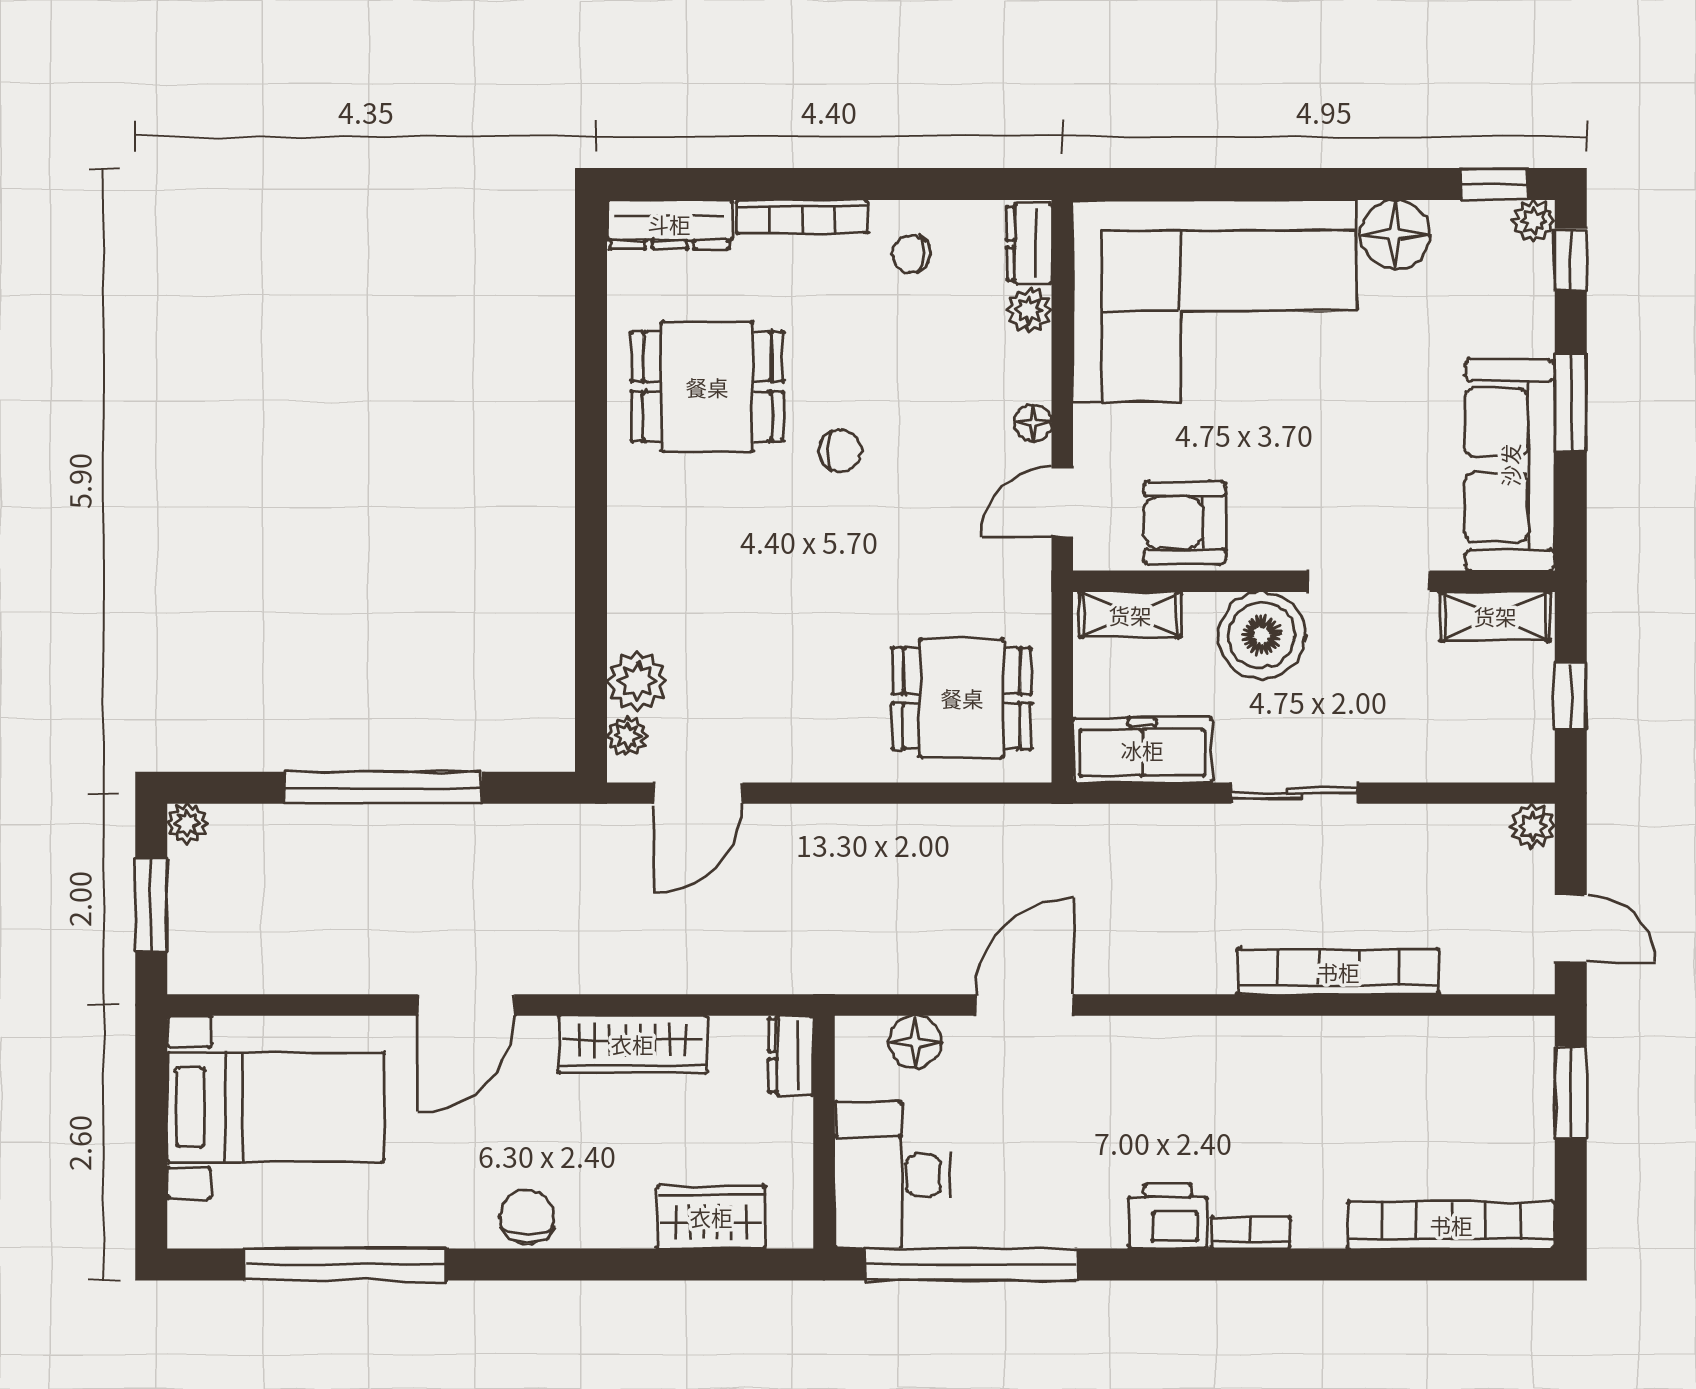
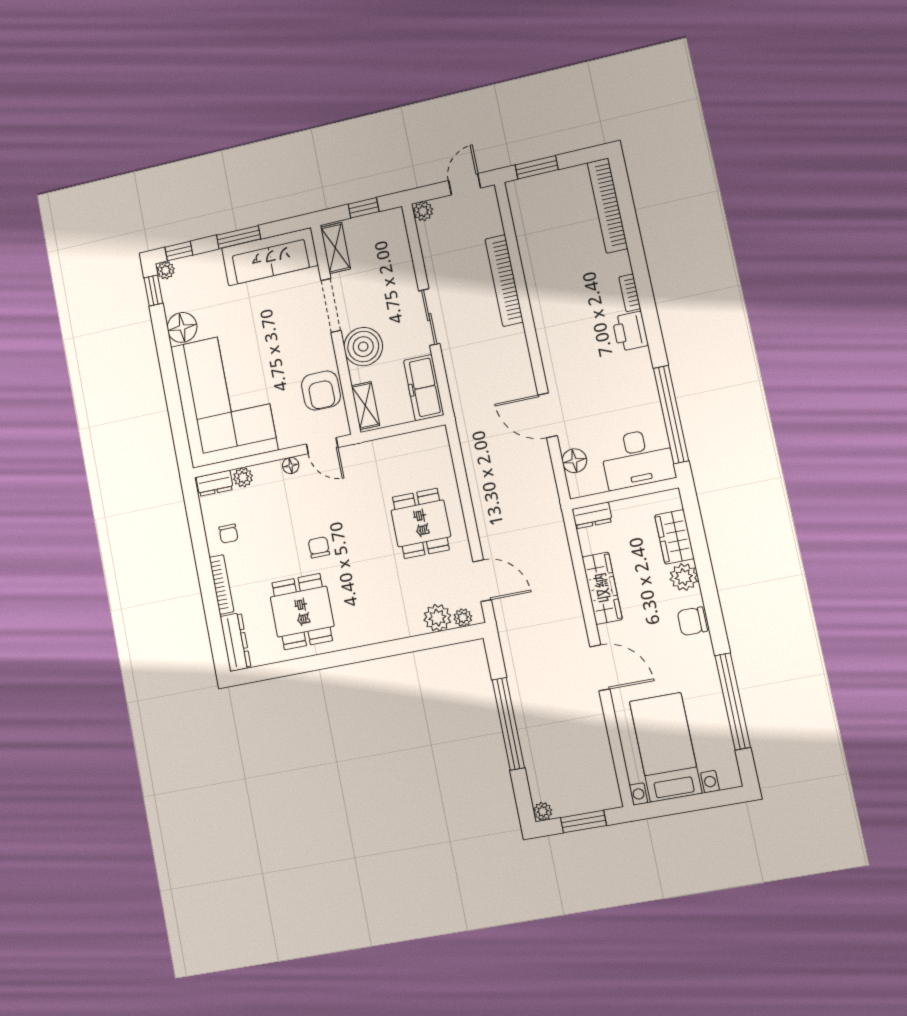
dining table: (962, 698) -> (421, 523), moved
plant: (623, 1219) -> (684, 577), added

